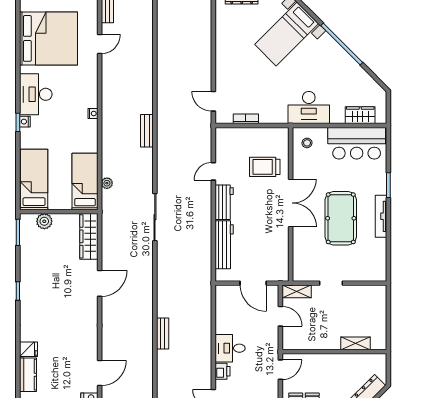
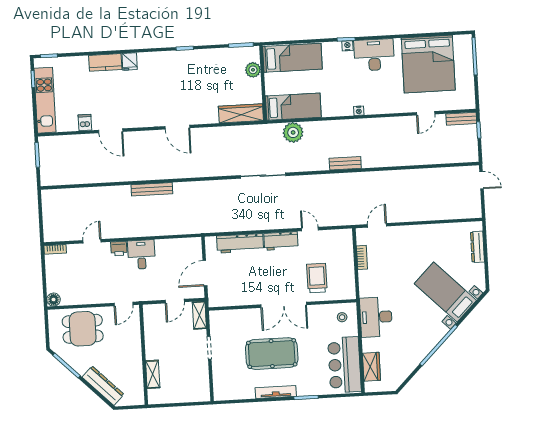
door: (100, 44) -> (426, 113), hinge flipped
plant: (107, 183) -> (293, 132), width x1.88, depth x1.88
door: (100, 283) -> (177, 127), moved
bench: (163, 333) -> (152, 189), width x1.36
door: (280, 370) -> (124, 304), hinge flipped

